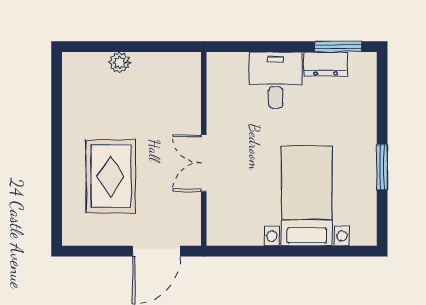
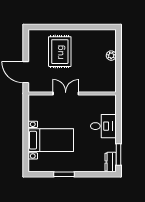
dresser: (326, 64) -> (111, 162), moved
rug: (111, 176) -> (60, 52), turned 90

